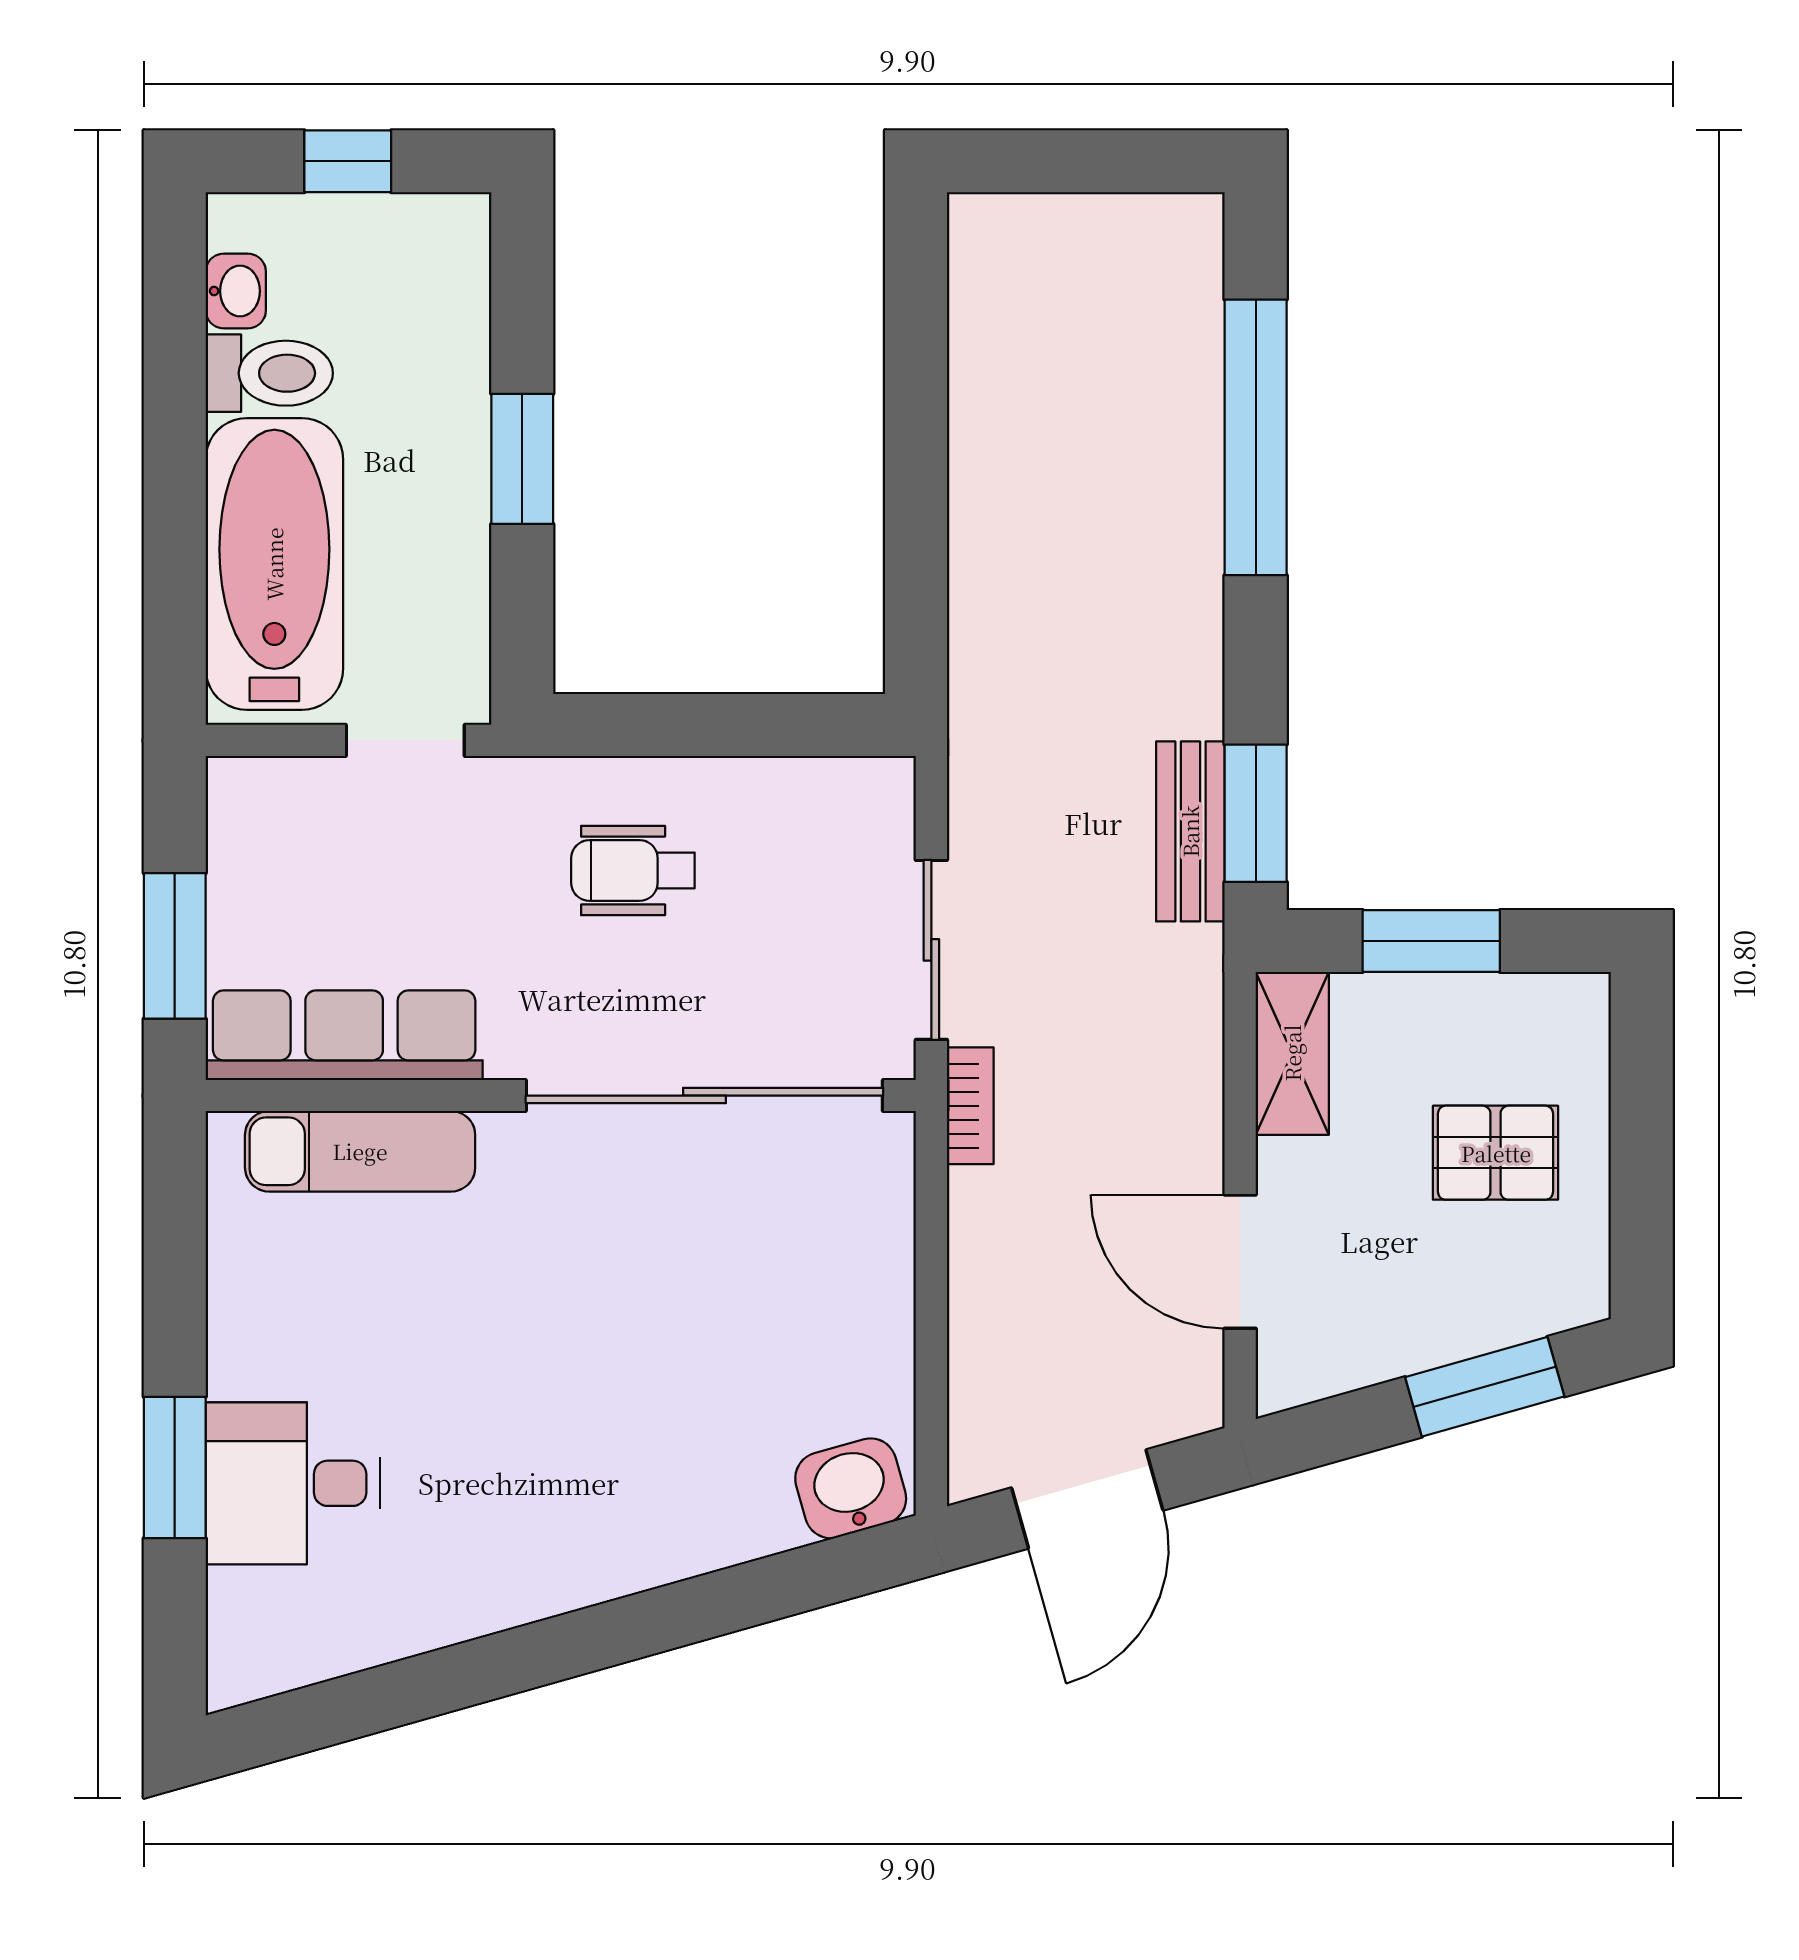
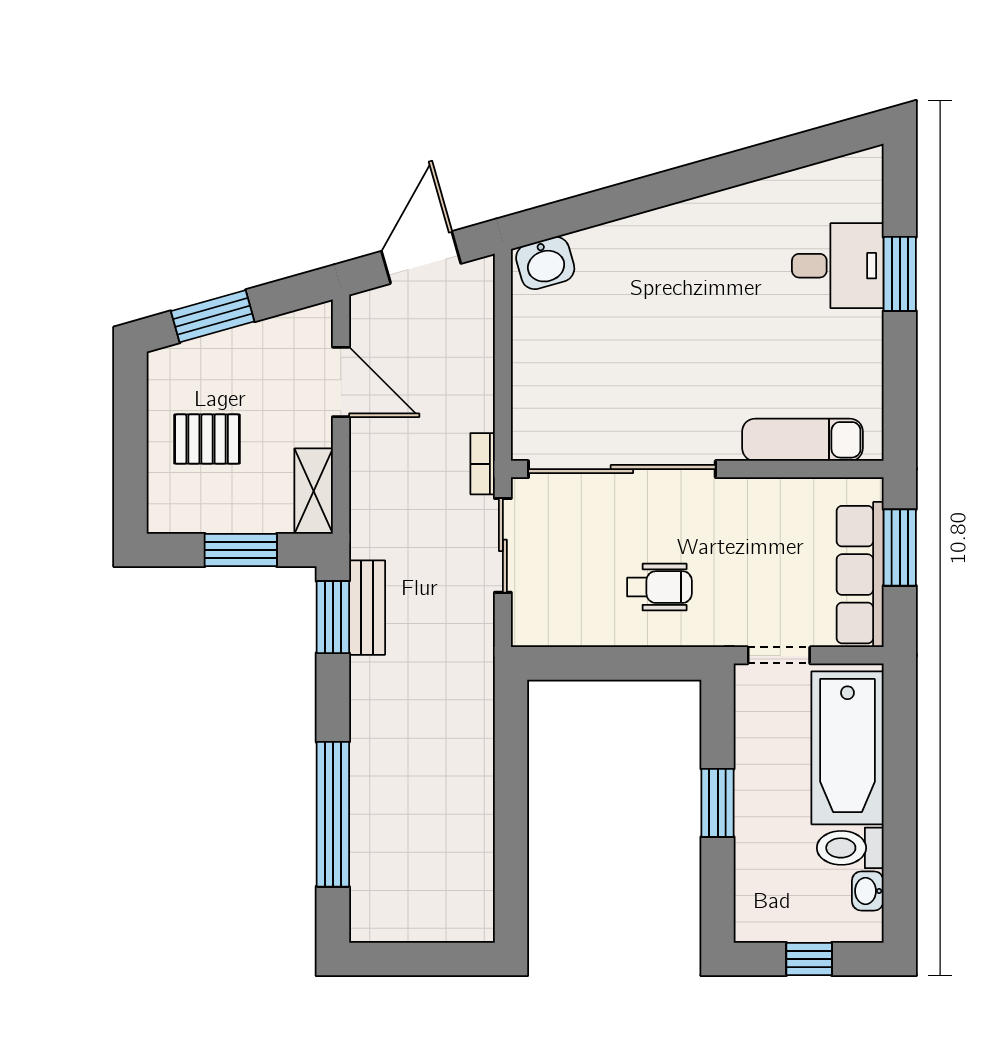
row of seats: (344, 1035) -> (860, 575), moved, turned 90

